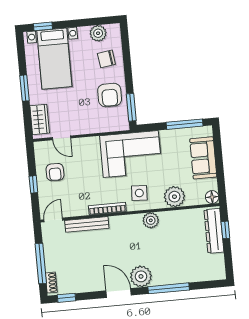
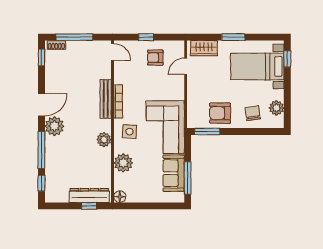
sofa: (203, 158) -> (174, 173), moved, turned -90
bench: (87, 224) -> (106, 99), moved
window: (205, 285) -> (41, 183), added

